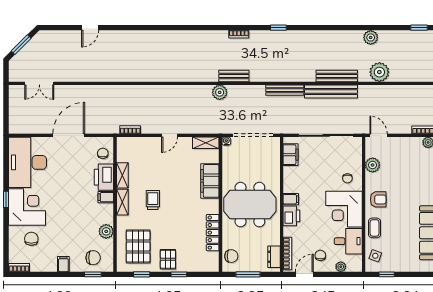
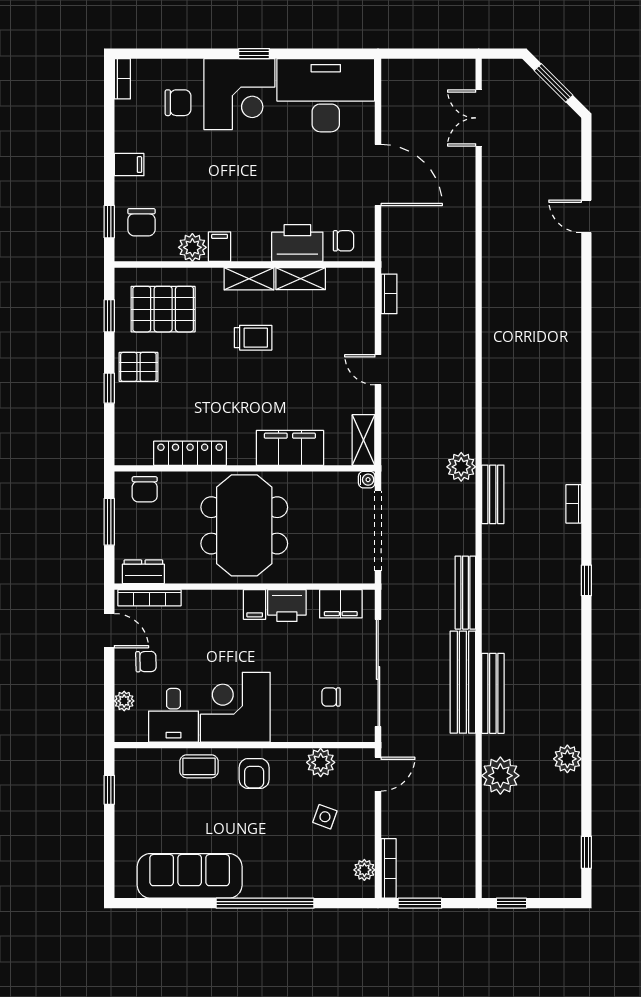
chair: (347, 178) -> (331, 697), moved
filing cabinet: (106, 197) -> (220, 247), moved
printer: (291, 216) -> (287, 606), moved
side table: (375, 256) -> (325, 817), moved

